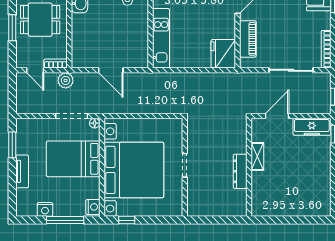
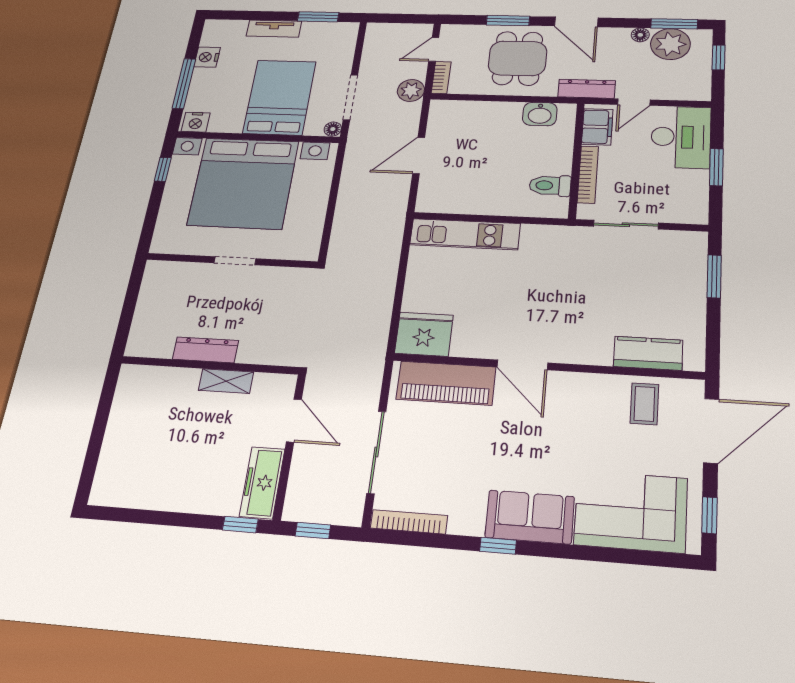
piano: (248, 39) -> (446, 383), width x1.37, depth x1.33

